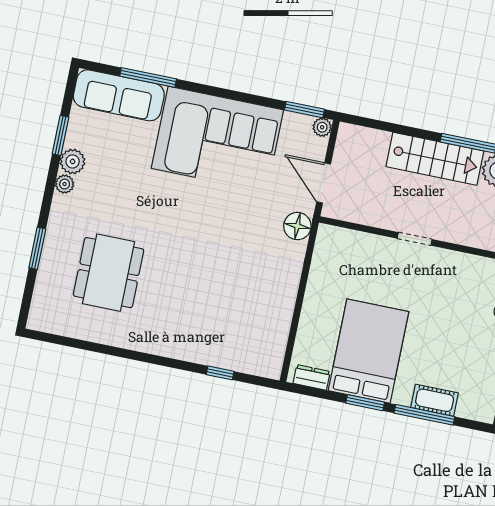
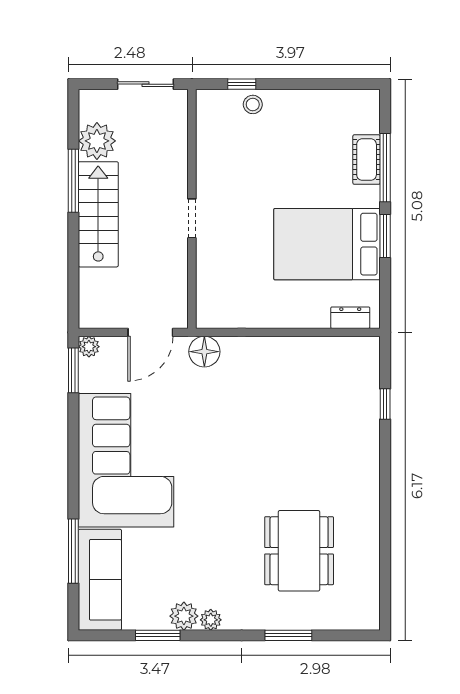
dining table: (109, 273) -> (299, 551), turned 90
dresser: (312, 377) -> (350, 318), moved, turned 90

